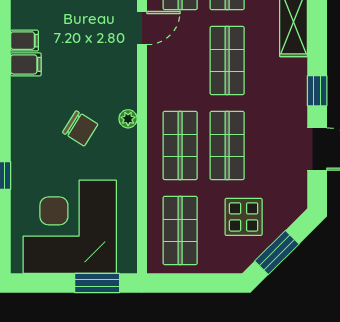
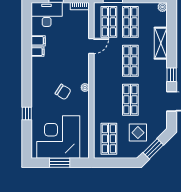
filing cabinet: (26, 64) -> (38, 41), moved
shop shelf: (180, 145) -> (109, 100), removed
window: (97, 283) -> (60, 163), moved

